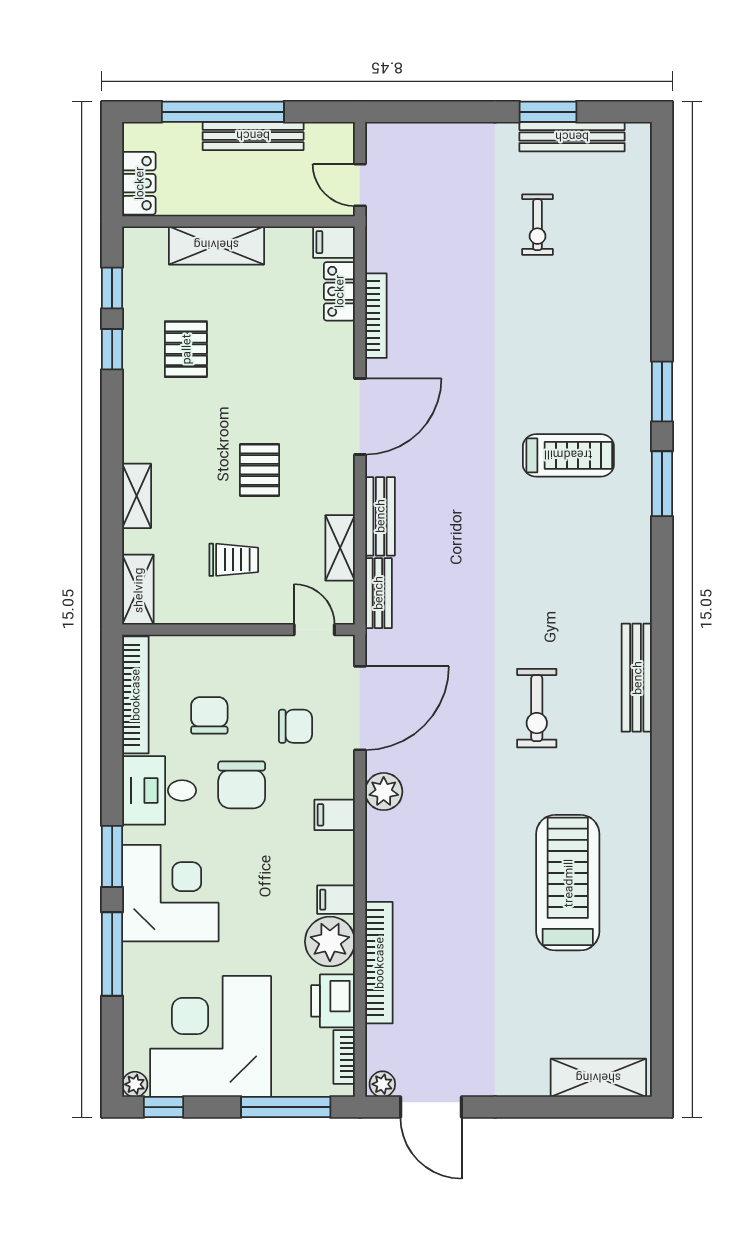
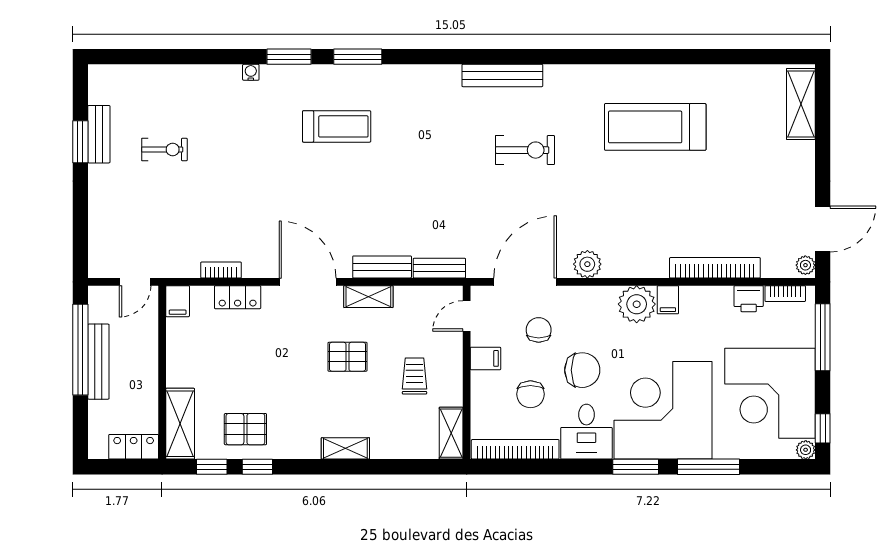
window: (223, 112) -> (80, 350), moved
bench: (572, 137) -> (99, 134), width x0.73
shelving: (216, 245) -> (180, 424), moved
locker: (339, 291) -> (238, 297), moved
bookcase: (376, 316) -> (221, 270), width x0.64
water cooler: (641, 340) -> (251, 72), added
pallet: (186, 349) -> (245, 429), moved
treadmill: (568, 455) -> (337, 126), turned 90
shelving: (137, 496) -> (345, 448), moved
shelving: (340, 548) -> (368, 297), moved
shelving: (138, 590) -> (451, 433), moved, turned 90
door: (360, 708) -> (525, 282), hinge flipped
chair: (209, 715) -> (530, 394), turned -90
filing cabinet: (335, 815) -> (485, 358), moved, turned -90
corner desk: (170, 893) -> (663, 410), width x1.36, depth x1.36
plant: (330, 942) -> (637, 304), moved
printer: (333, 1001) -> (749, 299), width x0.73, depth x0.81

